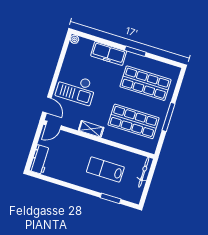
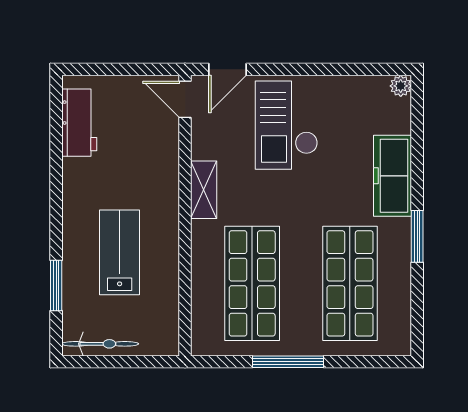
workbench: (40, 159) -> (79, 123), moved, turned -90
bicycle: (144, 172) -> (100, 344), moved

